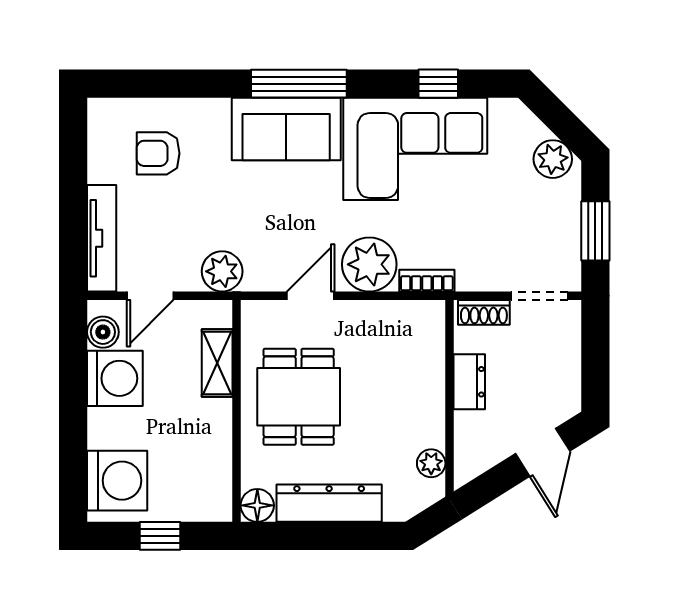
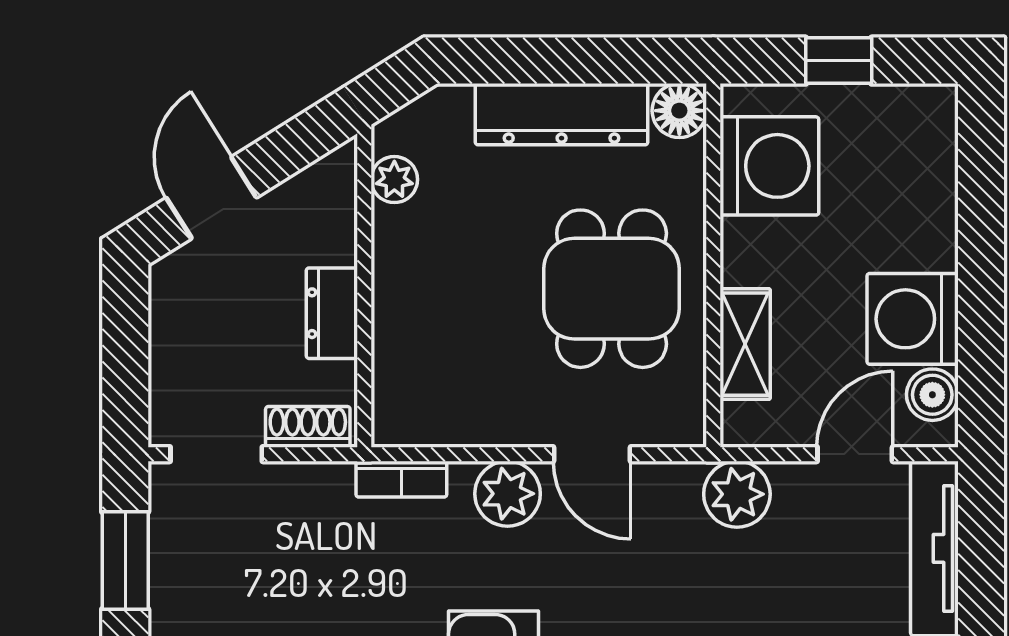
plant: (369, 264) -> (508, 494), width x0.73, depth x0.73
door: (311, 296) -> (592, 454), hinge flipped
washing machine: (117, 481) -> (769, 166), moved, turned 180

